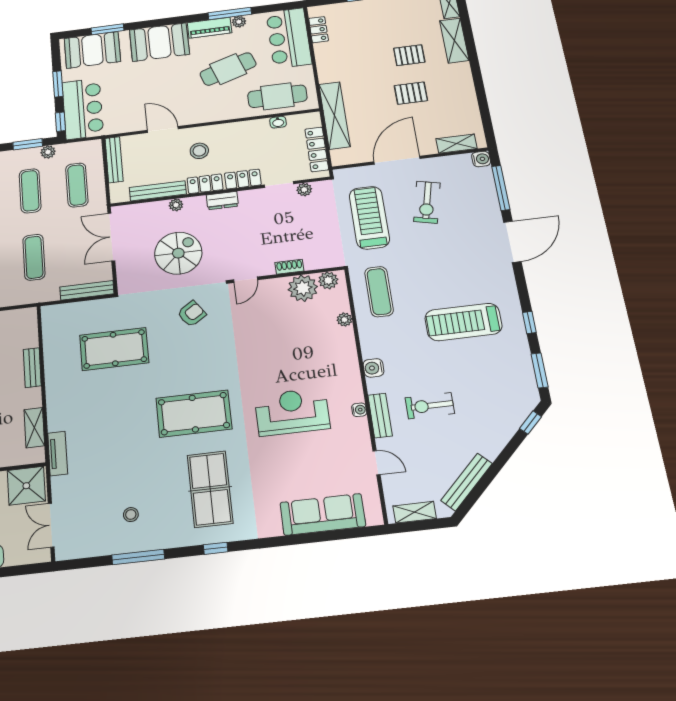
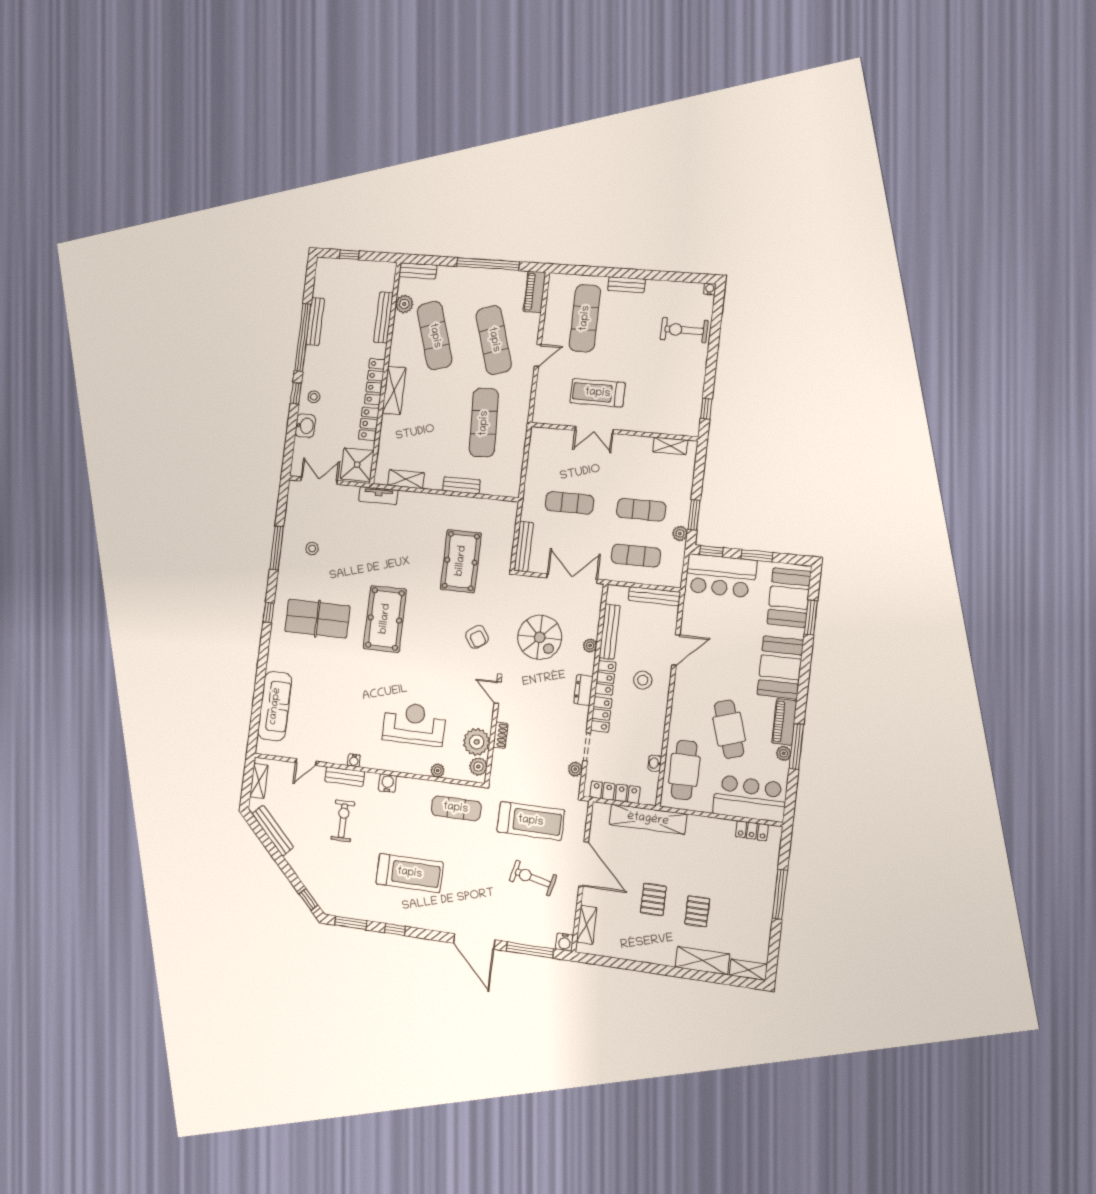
treadmill: (463, 322) -> (410, 873), turned 90
reception desk: (292, 412) -> (414, 724), moved, turned -90

